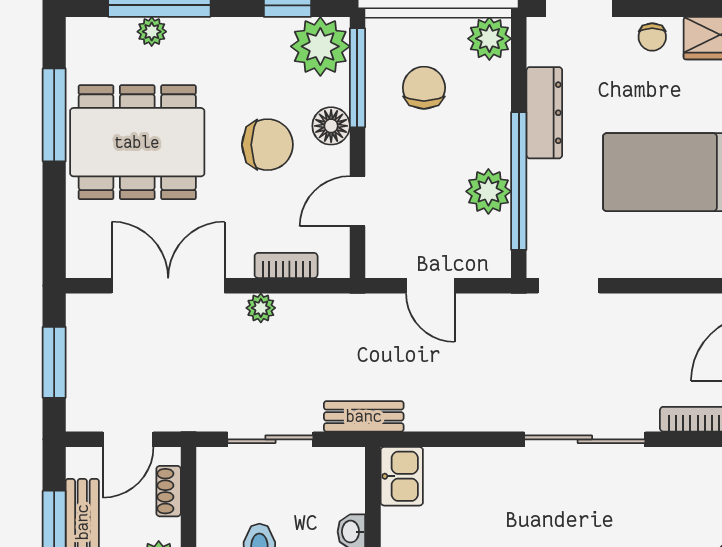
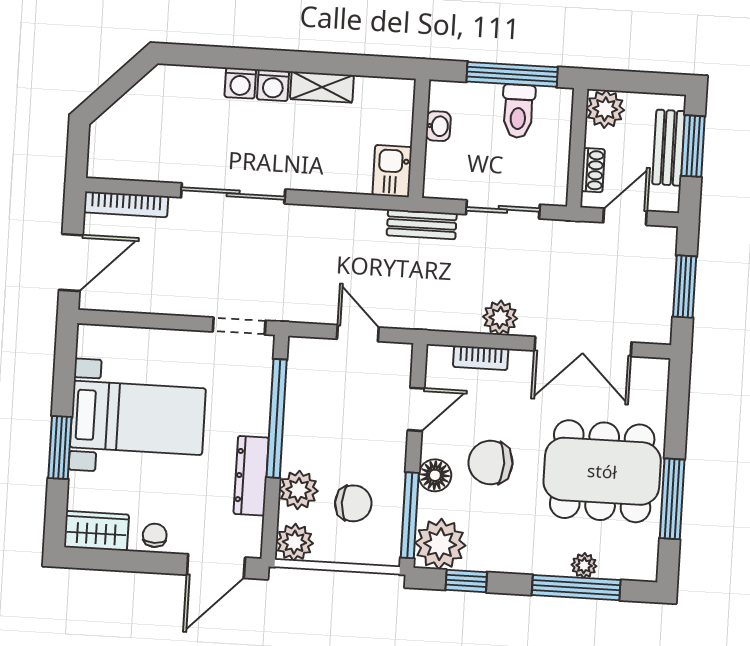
chair: (424, 88) -> (353, 503), turned -90
plant: (488, 191) -> (298, 490), moved
plant: (261, 308) -> (500, 318), width x1.38, depth x1.38

